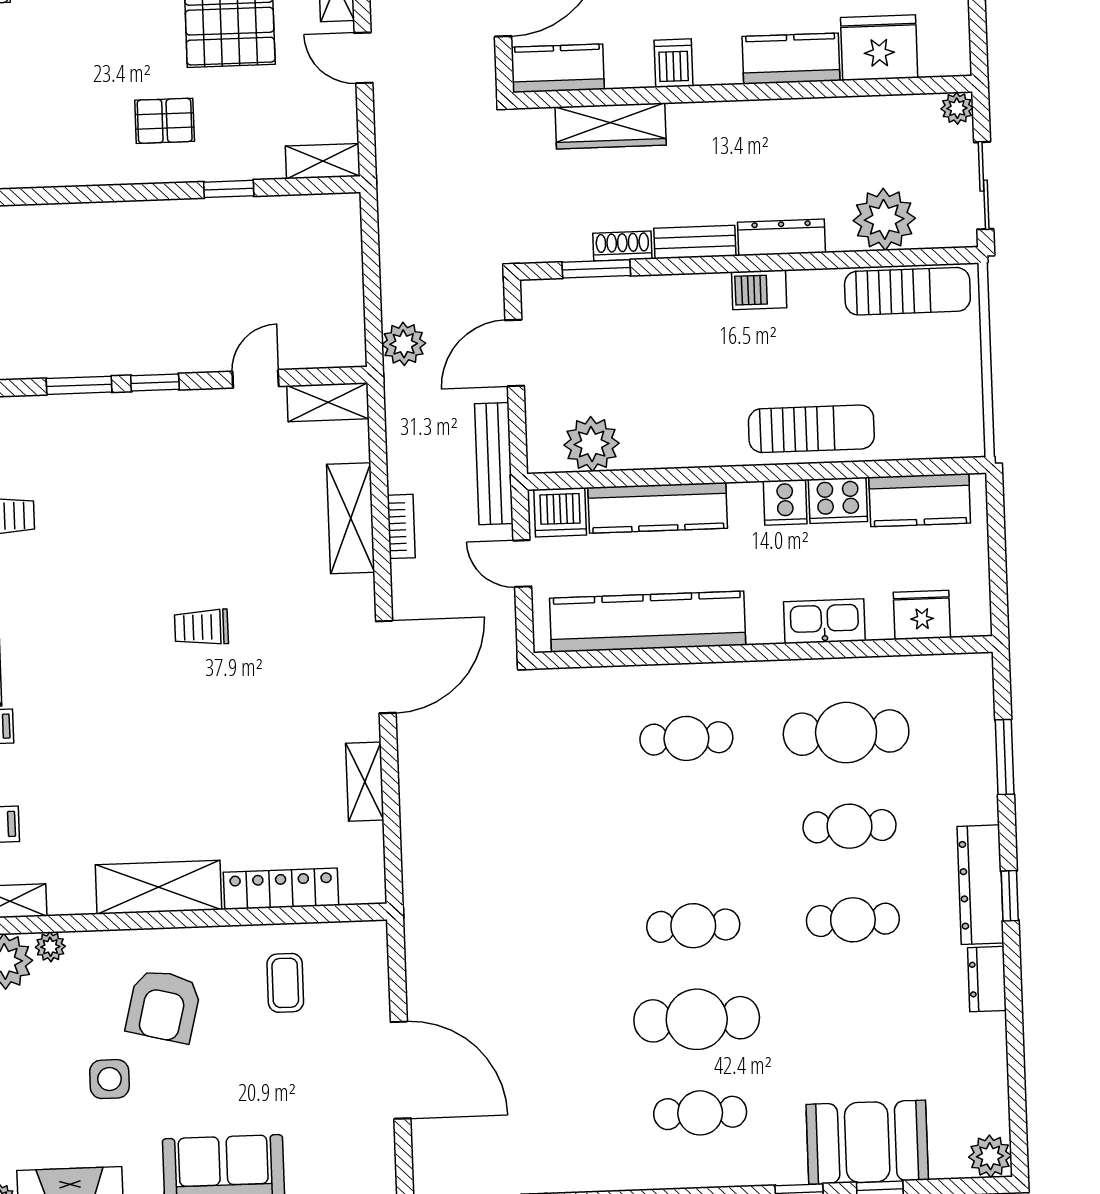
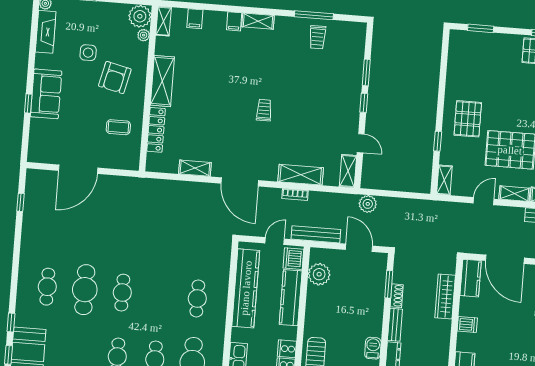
pallet: (165, 121) -> (468, 119), width x1.50, depth x1.42
armchair: (163, 1006) -> (115, 78), turned -91

